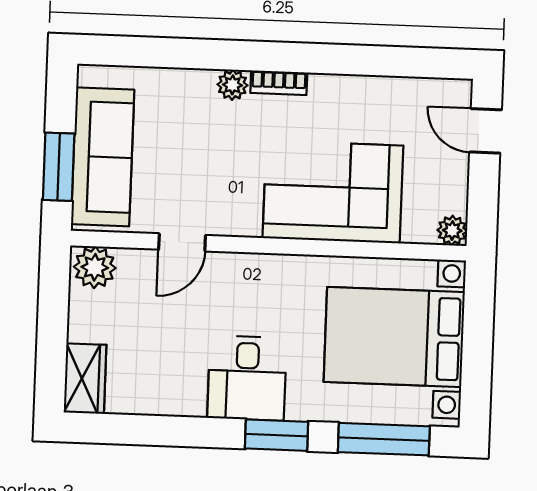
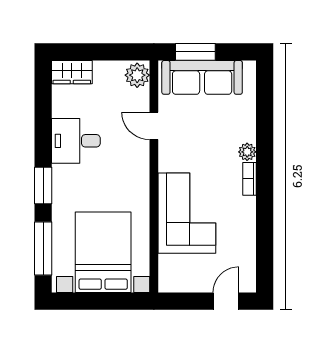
plant: (452, 231) -> (167, 284), removed
desk: (247, 378) -> (76, 141), moved

